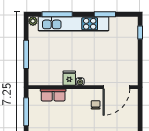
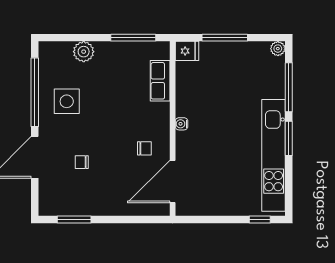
window: (105, 14) -> (289, 138), moved
kitchen unit: (74, 24) -> (274, 155), moved
fridge: (69, 78) -> (187, 51), moved
door: (116, 87) -> (173, 182), hinge flipped

